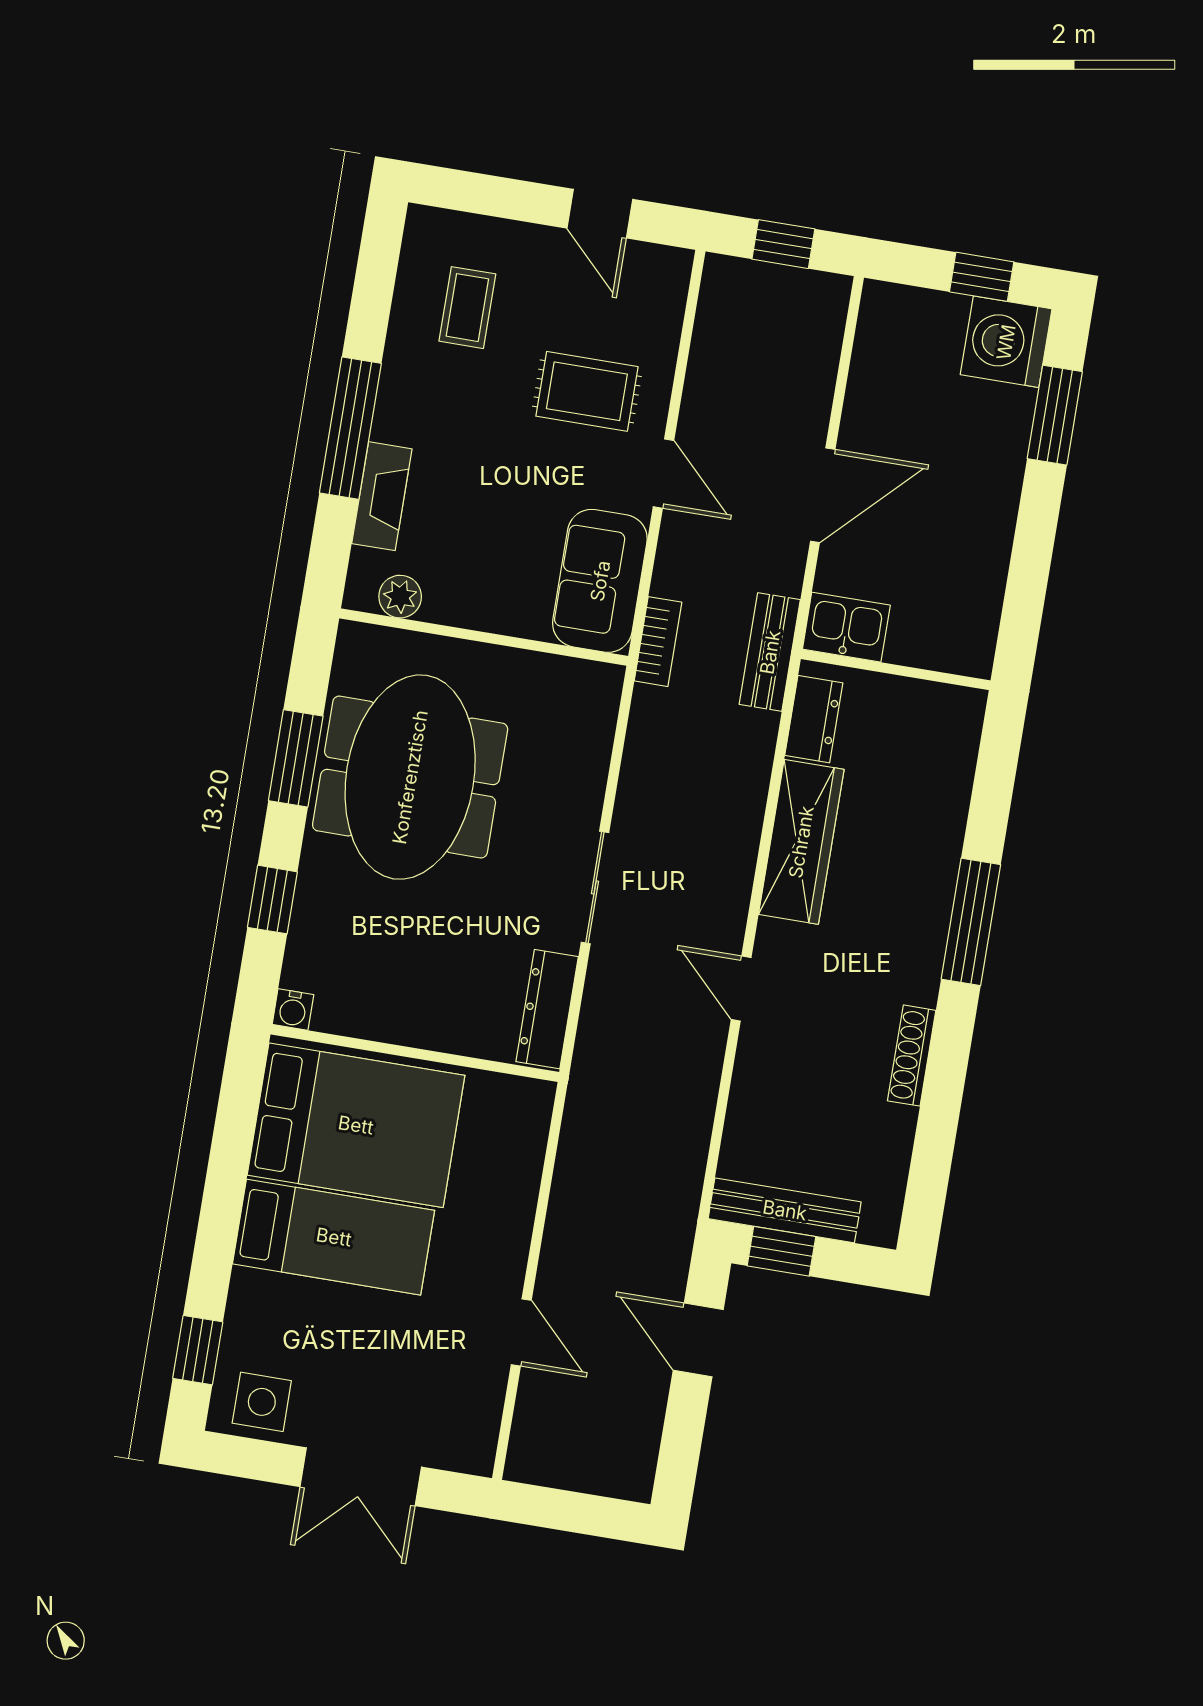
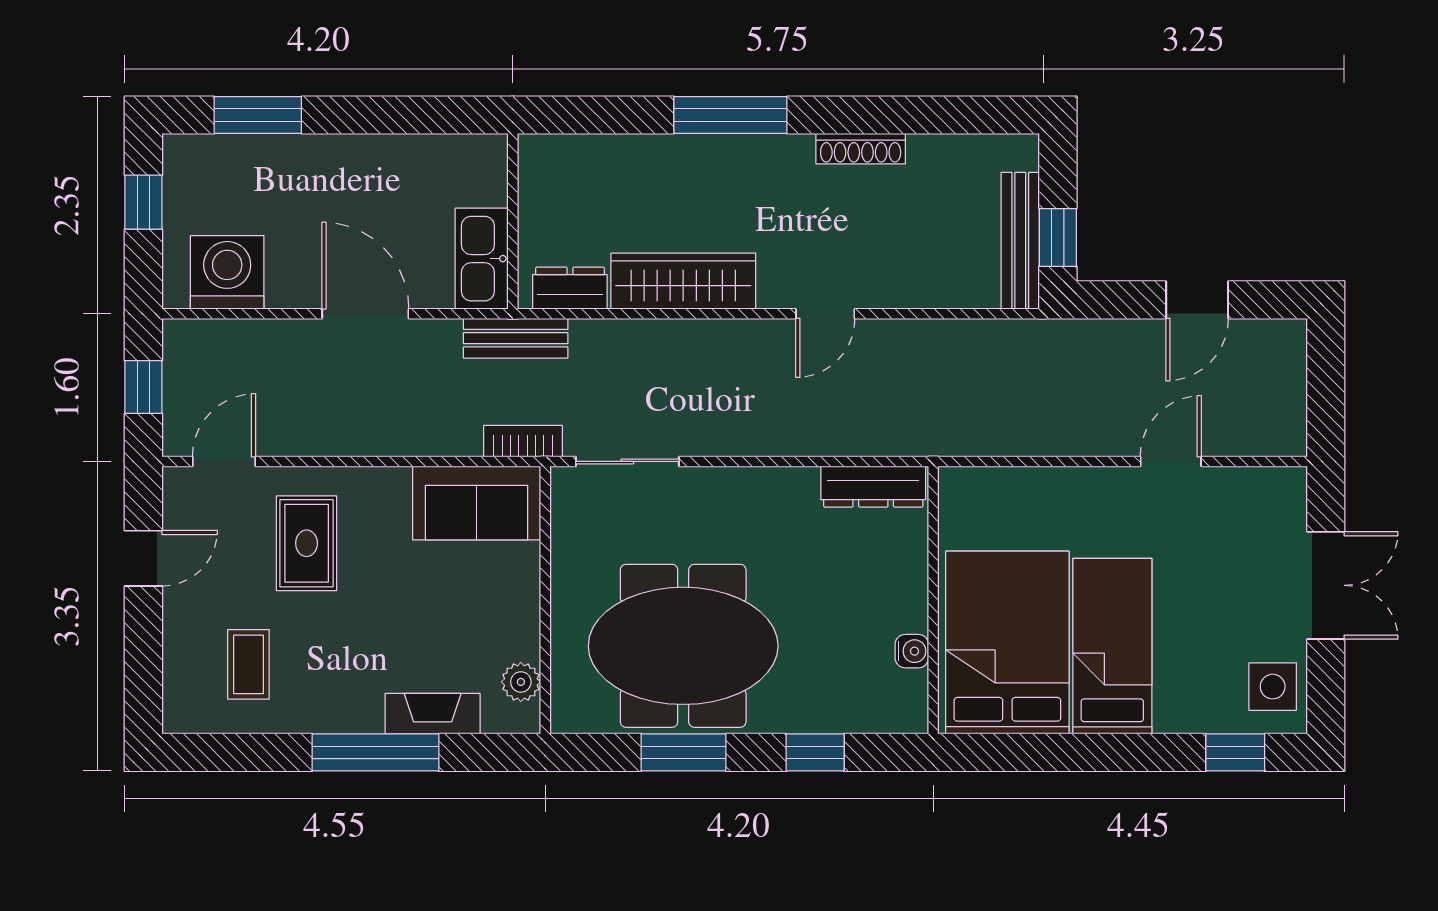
coffee table: (467, 308) -> (248, 664), turned 90
washing machine: (1006, 342) -> (227, 272), moved, turned 180
door: (663, 474) -> (224, 461), moved
kitchen sink: (846, 627) -> (482, 259), width x1.38
sliding door: (595, 887) -> (627, 461), moved
water cooler: (293, 1009) -> (912, 651), moved
door: (698, 1340) -> (1197, 300), moved

